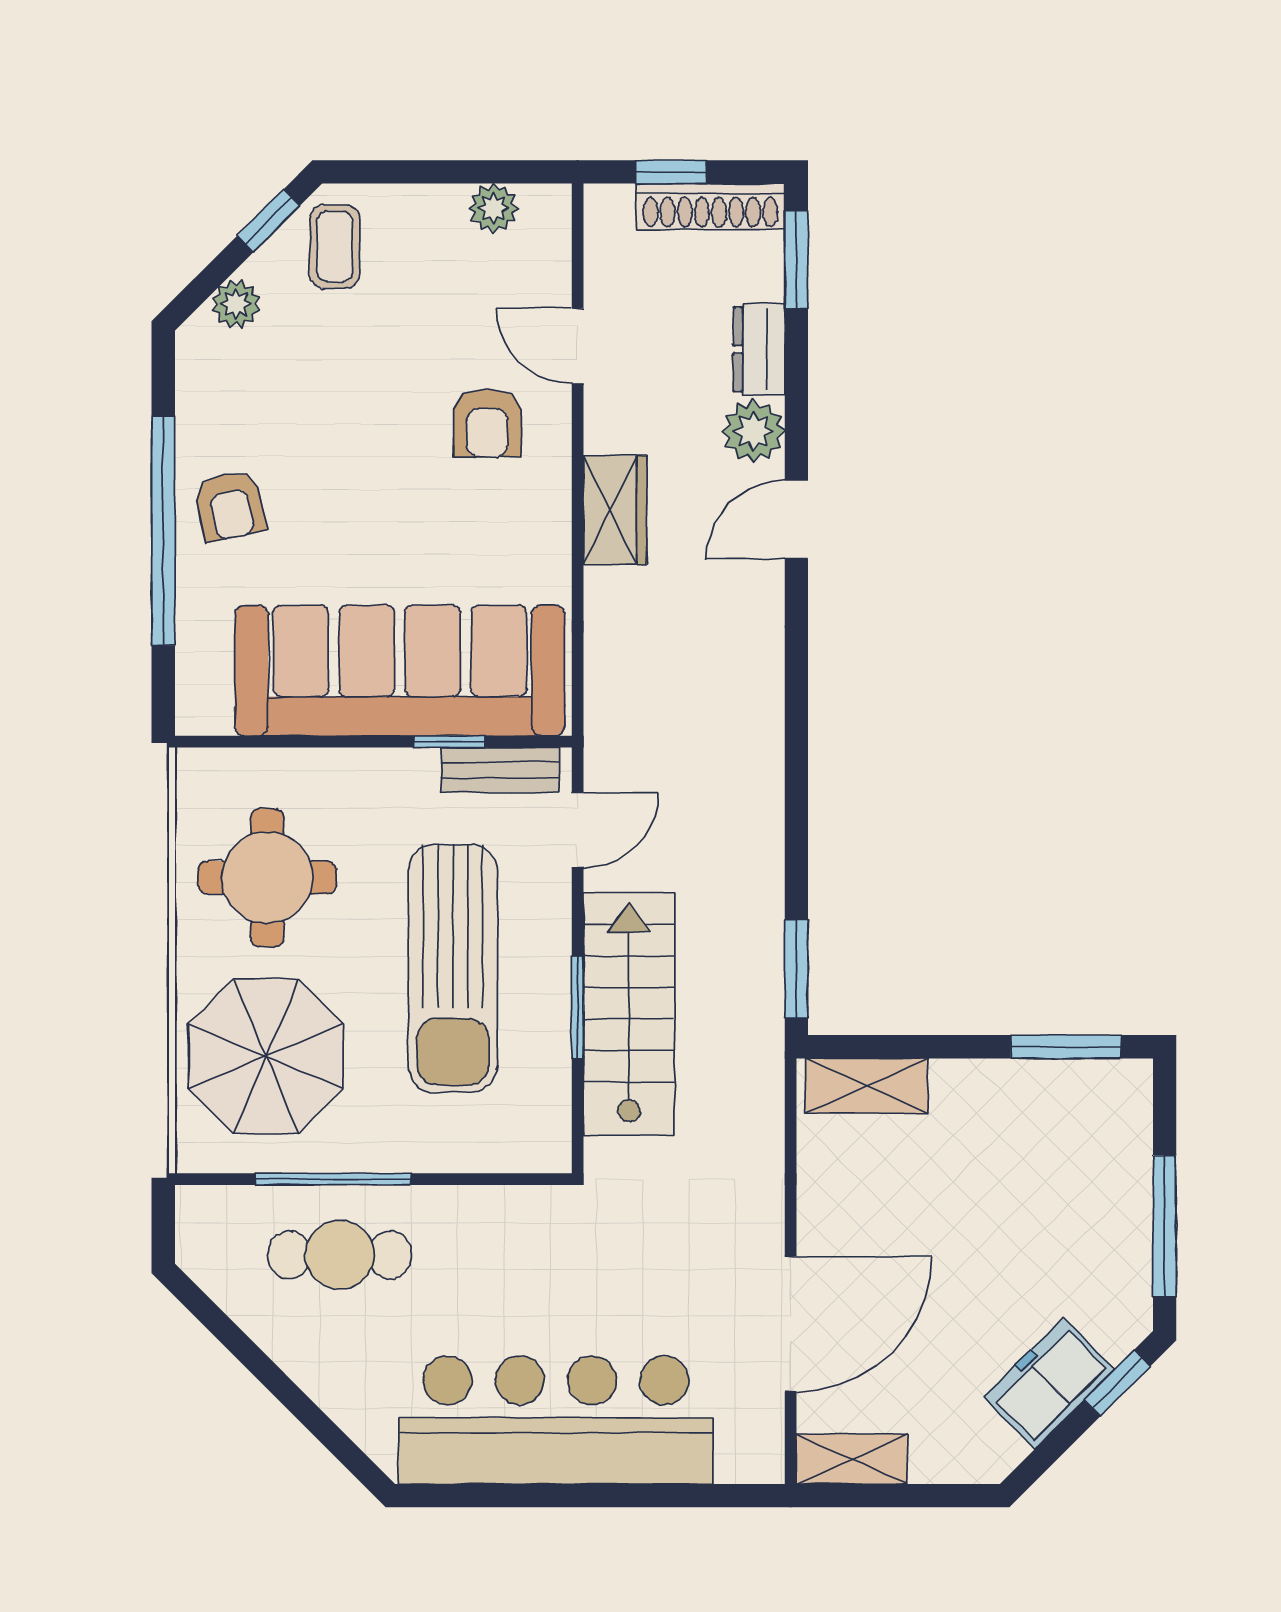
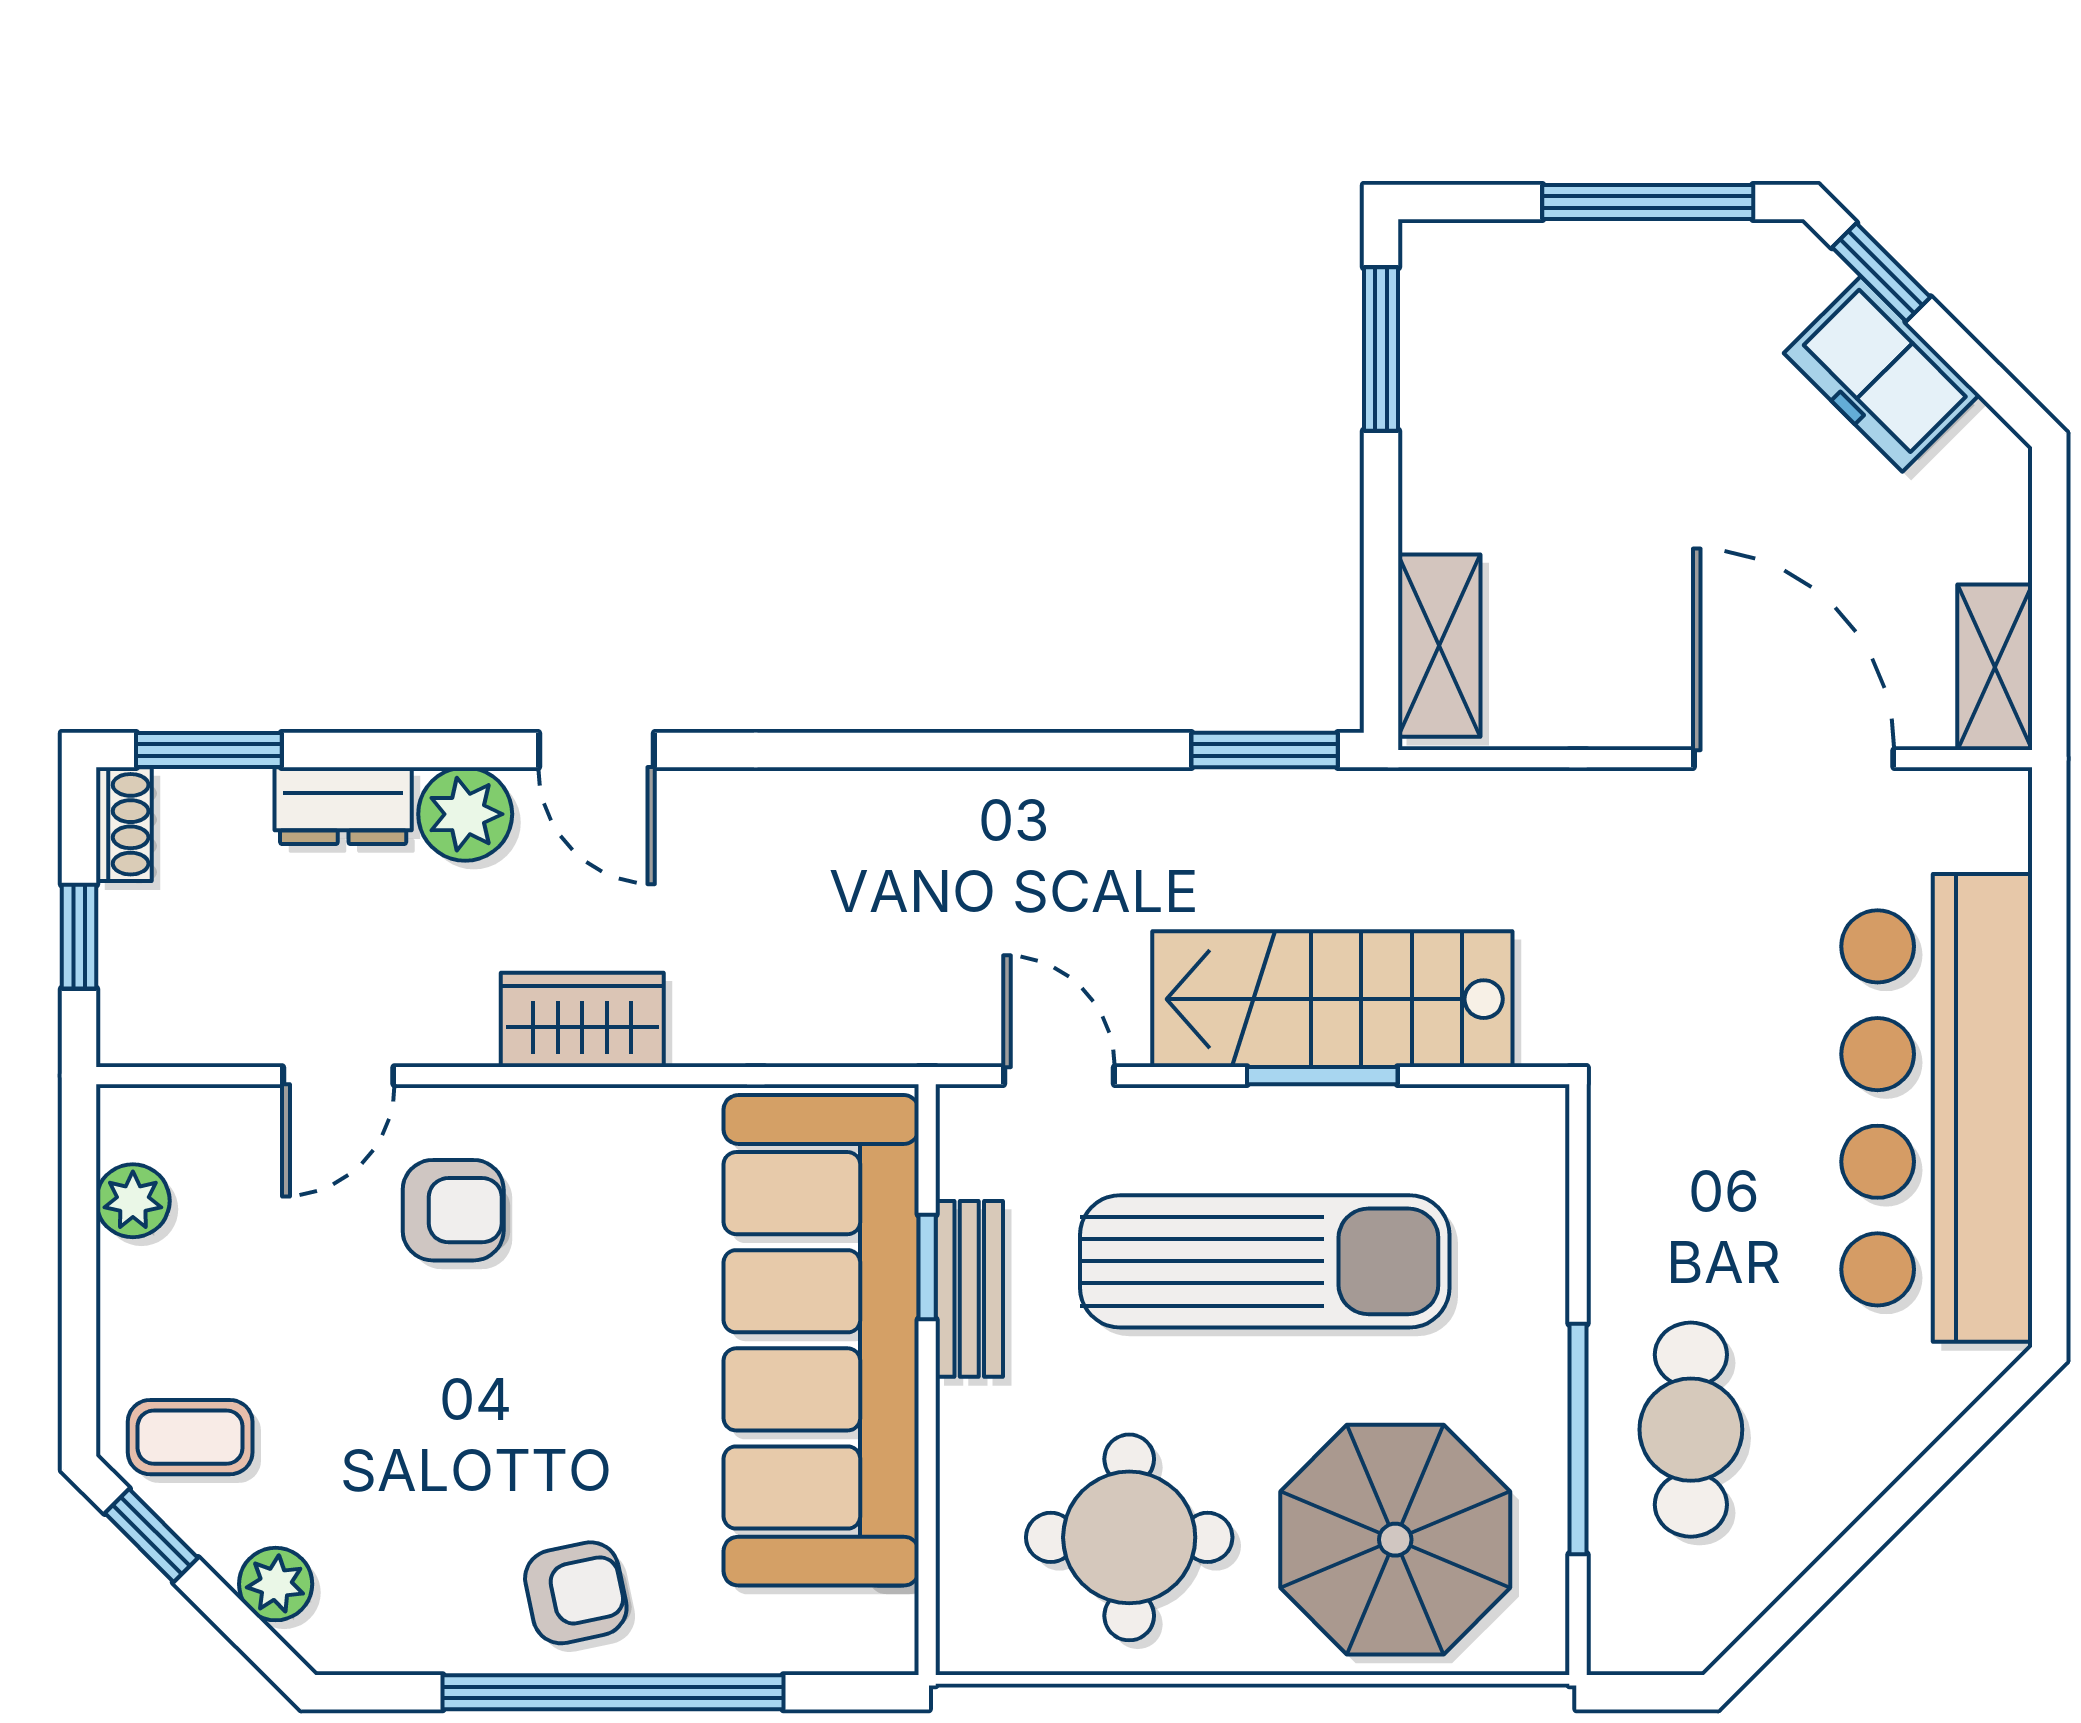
shoe rack: (710, 206) -> (124, 824), width x0.51, depth x0.81
bench: (500, 770) -> (969, 1289), moved

